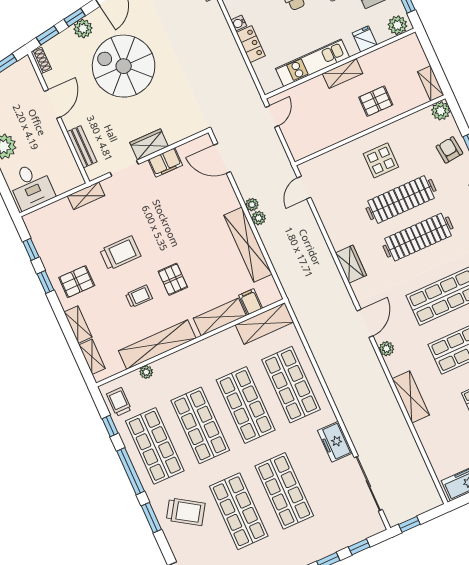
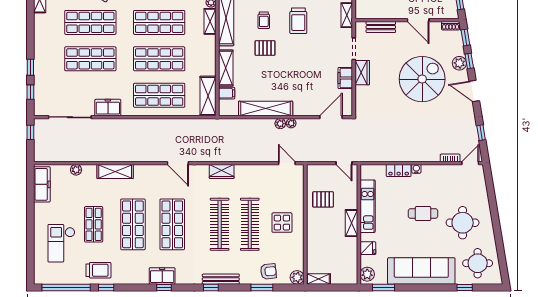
pallet: (376, 101) -> (323, 199), moved, turned 90
plant: (386, 349) -> (76, 170), moved
shelving: (170, 363) -> (210, 21), added

